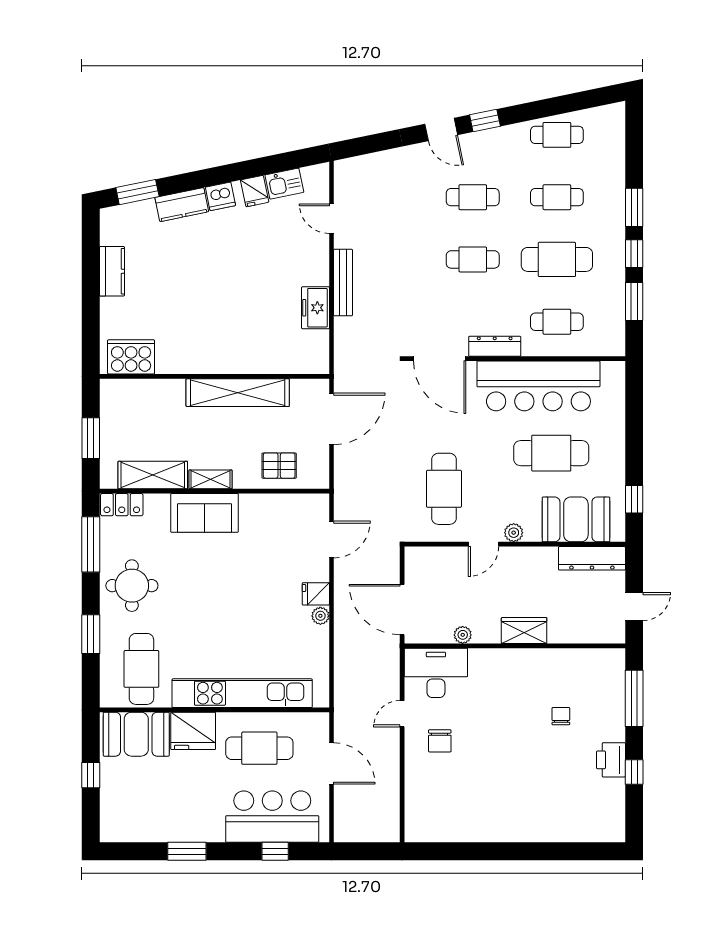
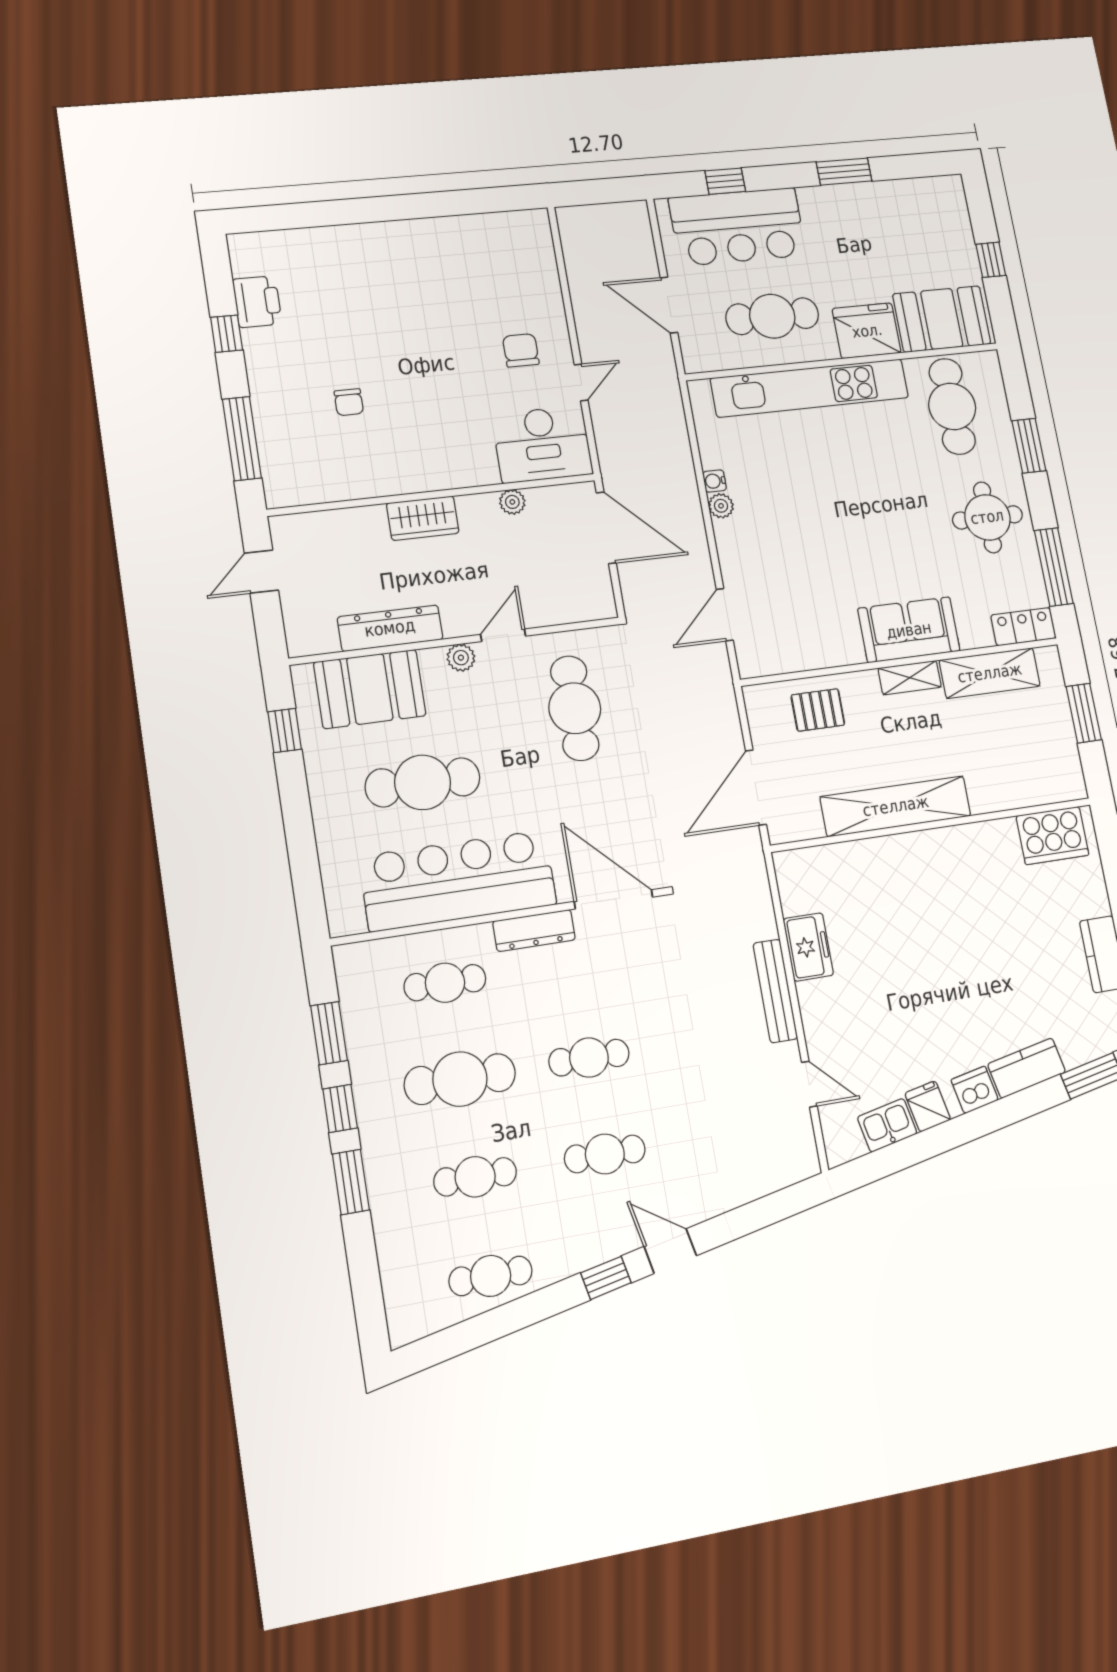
dresser: (592, 558) -> (390, 628), moved
fridge: (316, 594) -> (733, 536), removed
water cooler: (322, 634) -> (714, 481), added
printer: (611, 760) -> (257, 302), moved

